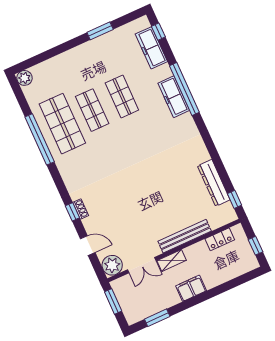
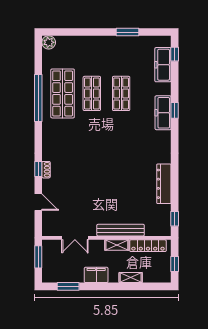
window: (184, 89) -> (175, 110), width x0.32
dresser: (214, 183) -> (164, 184), moved
locker: (220, 239) -> (148, 246), width x1.53
shelving: (172, 260) -> (117, 245), moved
plant: (112, 265) -> (51, 227), removed
shelving: (217, 280) -> (131, 278), added
filing cabinet: (191, 288) -> (96, 275), moved

